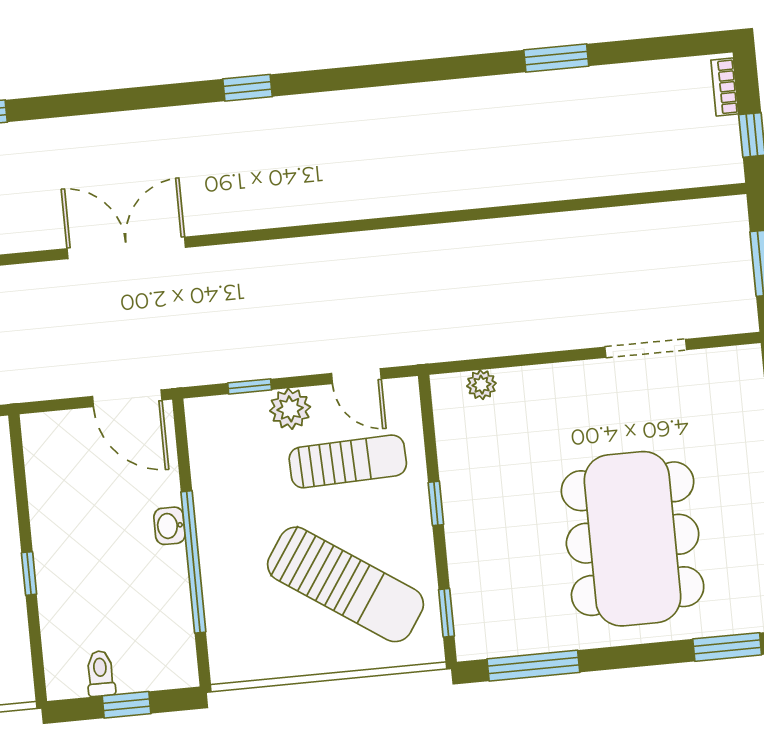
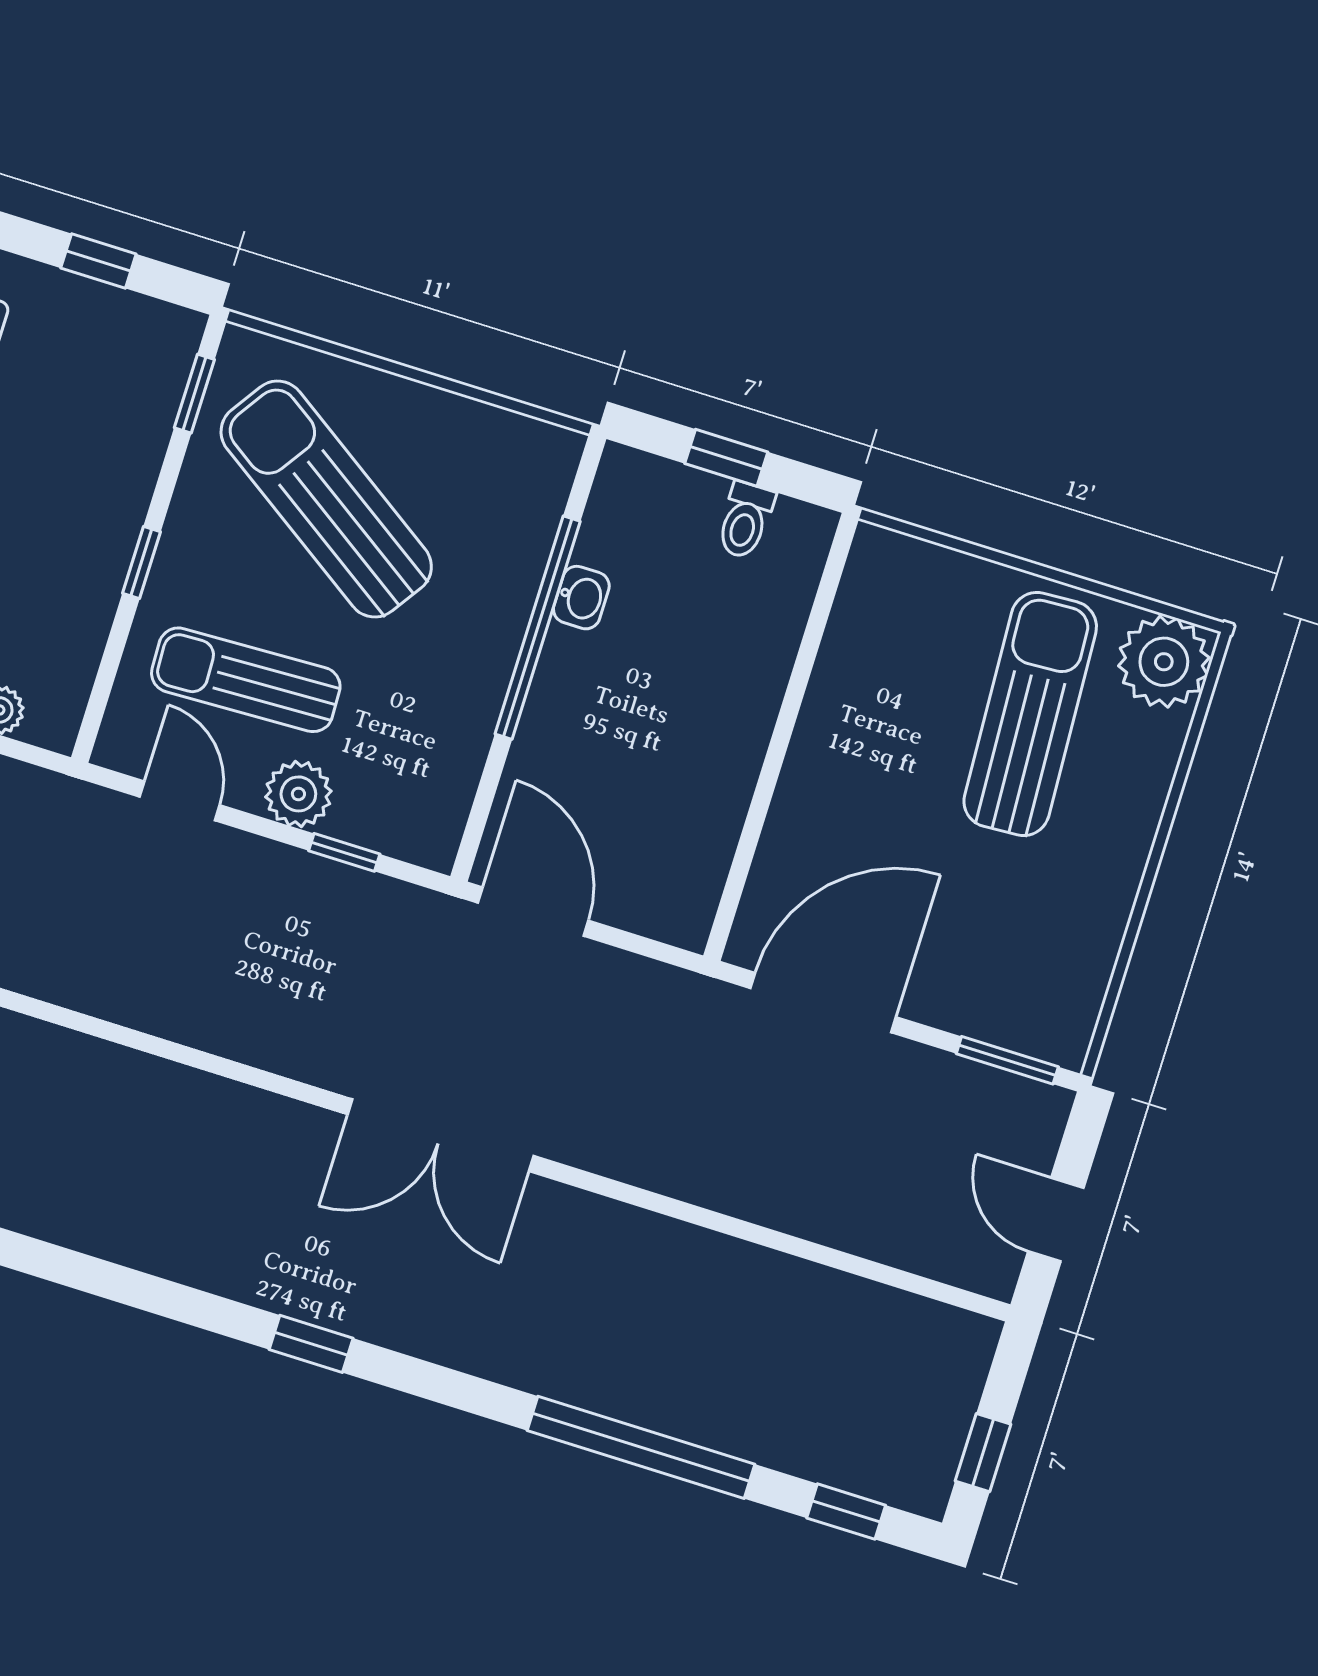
window: (248, 88) -> (311, 1344), moved
washbasin: (169, 526) -> (581, 598), moved
window: (29, 573) -> (788, 713), removed
window: (533, 666) -> (98, 261), width x0.46

